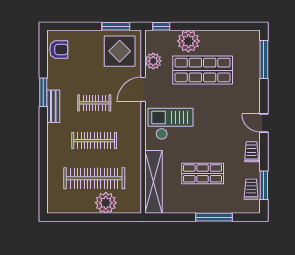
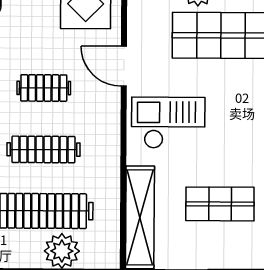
plant: (153, 61) -> (140, 20), removed
door: (143, 89) -> (124, 66), hinge flipped

